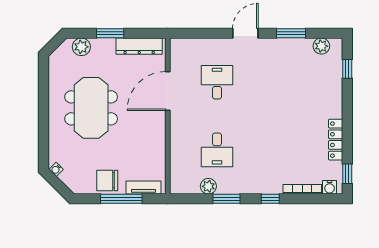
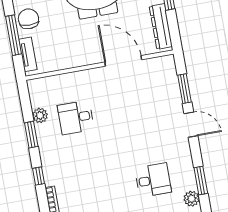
window: (207, 33) -> (184, 89), added
window: (291, 33) -> (201, 180), moved
desk: (217, 82) -> (153, 180), moved

